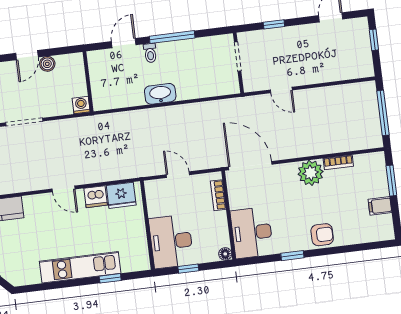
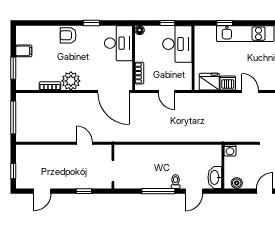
boiler: (47, 64) -> (237, 183), moved
washbasin: (160, 94) -> (215, 177), moved, turned 90

